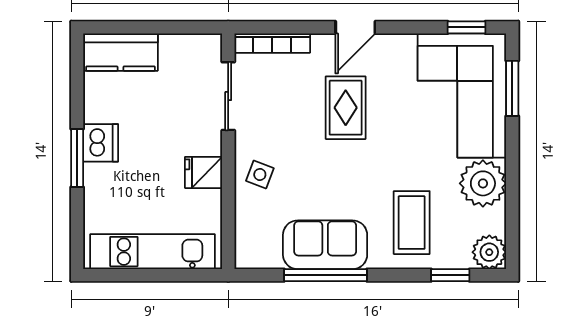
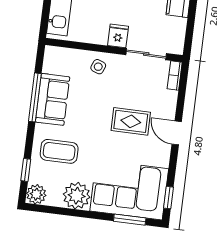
bookcase: (272, 43) -> (175, 76), width x0.64
fridge: (204, 172) -> (118, 36), moved

